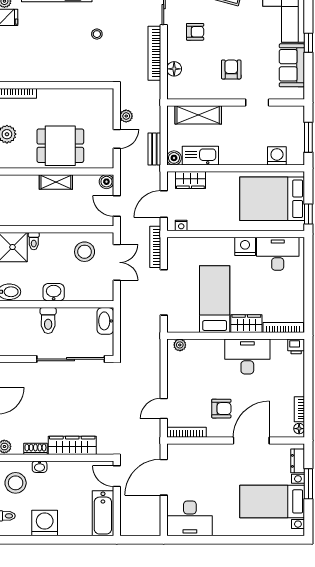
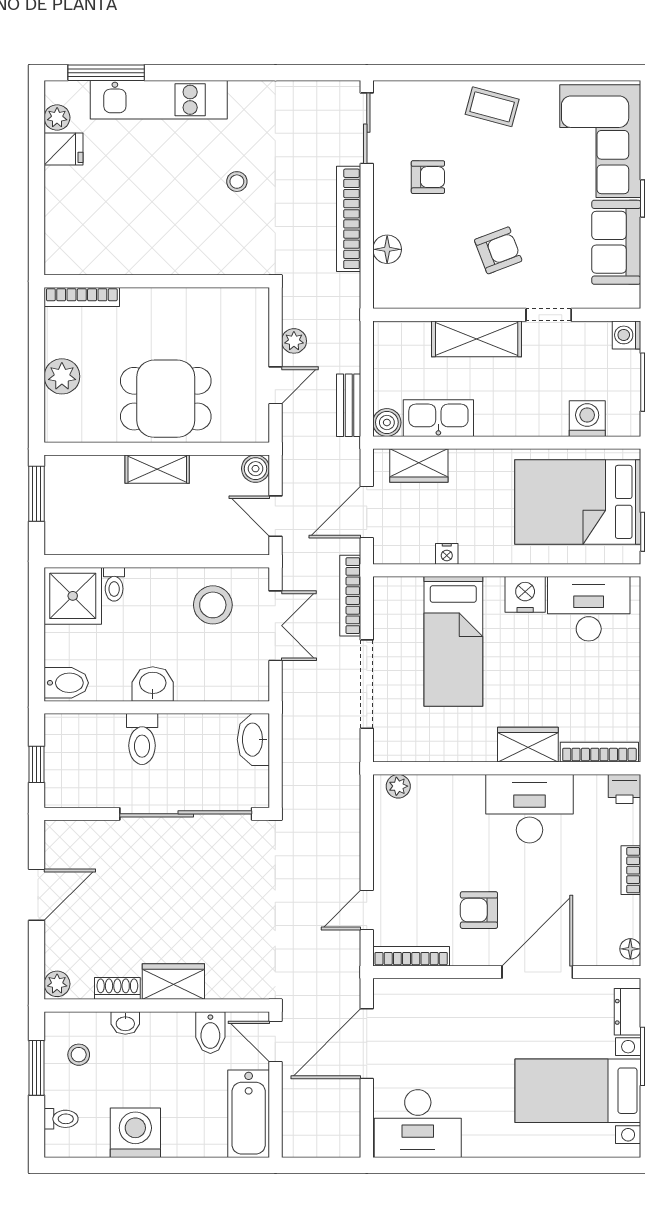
armchair: (231, 69) -> (498, 250), turned 69
washing machine: (297, 113) -> (627, 335), added
shelving: (198, 115) -> (477, 339), moved
nightstand: (181, 225) -> (447, 554), moved
bed: (215, 299) -> (453, 641), moved, turned 180
armchair: (221, 409) -> (479, 910), turned 180
bookcase: (299, 409) -> (631, 870), moved
wardrobe: (72, 445) -> (173, 982), width x0.67
bidet: (83, 472) -> (210, 1033), added
stool: (16, 483) -> (79, 1055), width x0.53, depth x0.53

